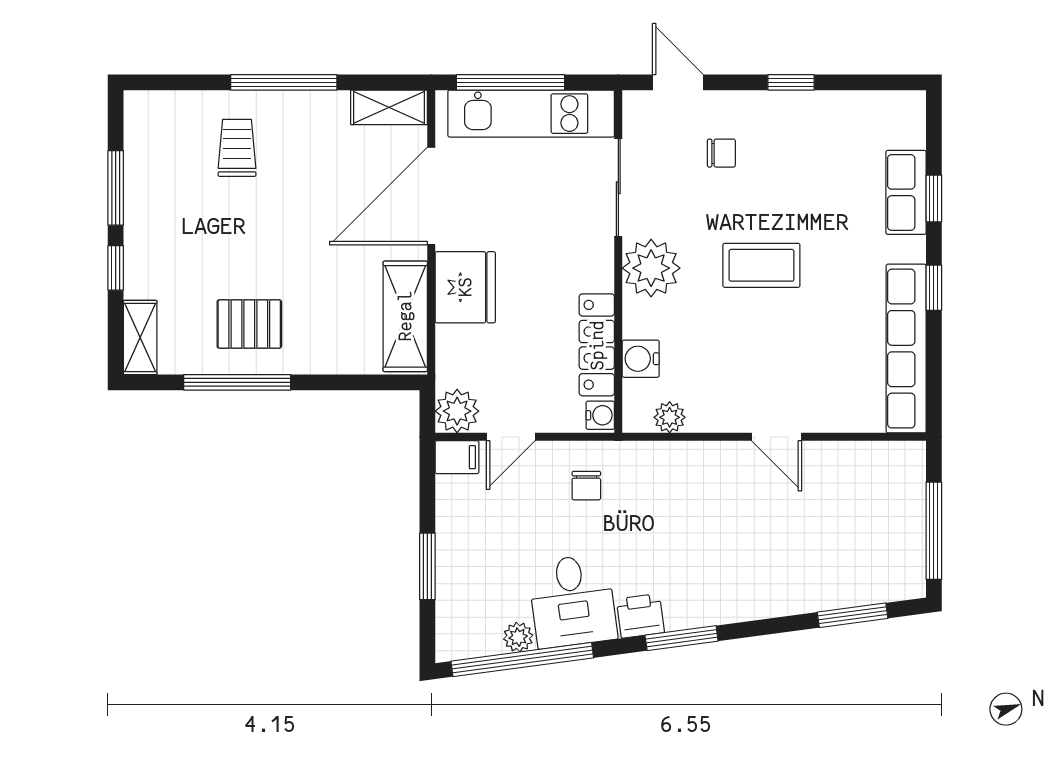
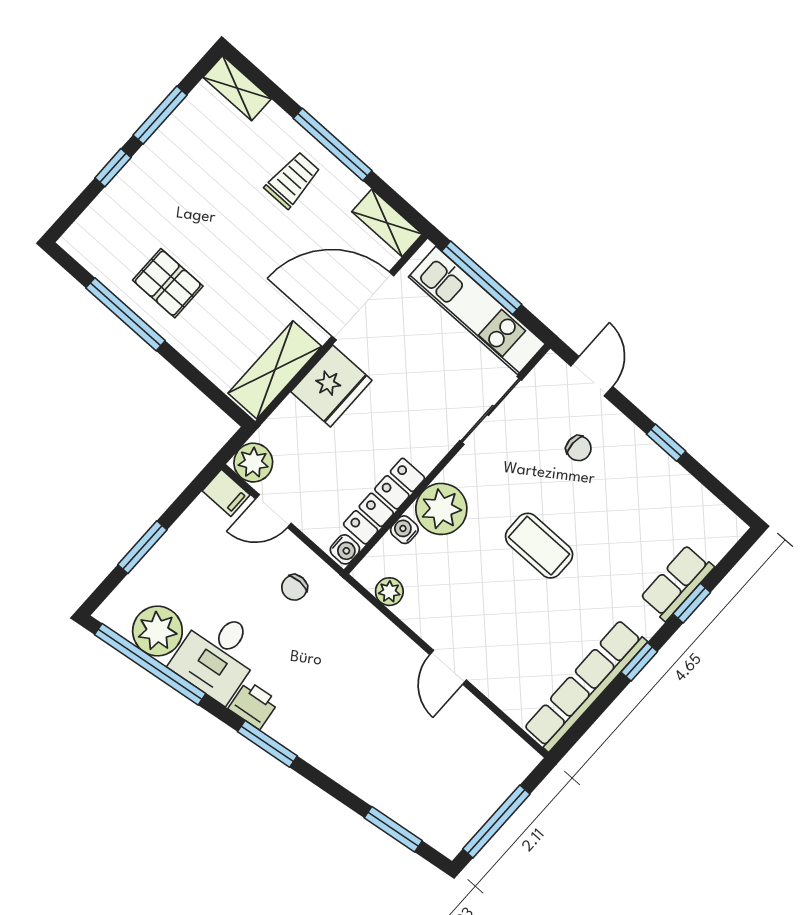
trolley: (237, 148) -> (293, 180), moved
plant: (651, 268) -> (441, 509), moved
shelving: (140, 337) -> (237, 88), moved, turned 90
water cooler: (641, 359) -> (404, 530), width x0.72, depth x0.72
plant: (518, 637) -> (157, 631), width x1.88, depth x1.88

